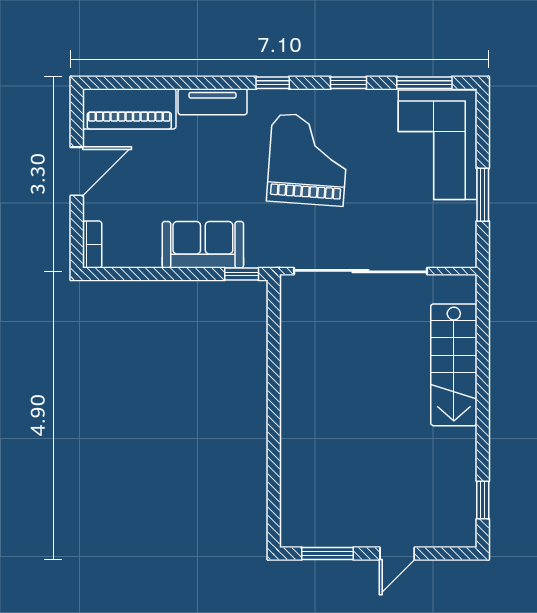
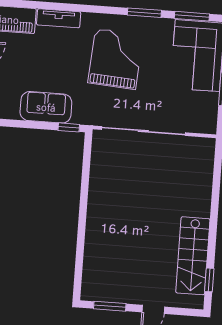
window: (273, 83) -> (97, 9), removed
window: (348, 83) -> (144, 13), width x1.50
stairs: (454, 365) -> (193, 256), moved

